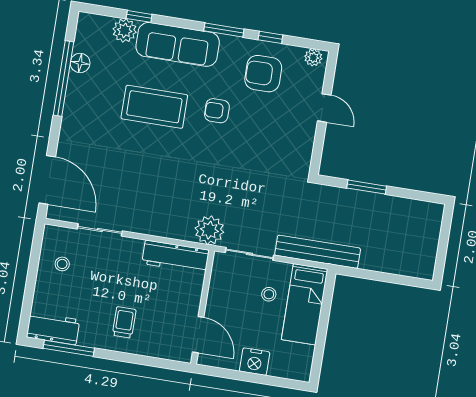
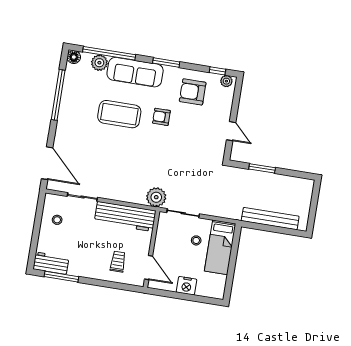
window: (139, 16) -> (109, 53), width x3.17
window: (270, 37) -> (217, 71), moved
floor lamp: (80, 63) -> (74, 57), moved
door: (324, 108) -> (231, 131), moved
bench: (318, 252) -> (270, 219), moved
workbench: (175, 257) -> (125, 216), width x1.36, depth x1.32
trolley: (124, 322) -> (118, 262), moved

